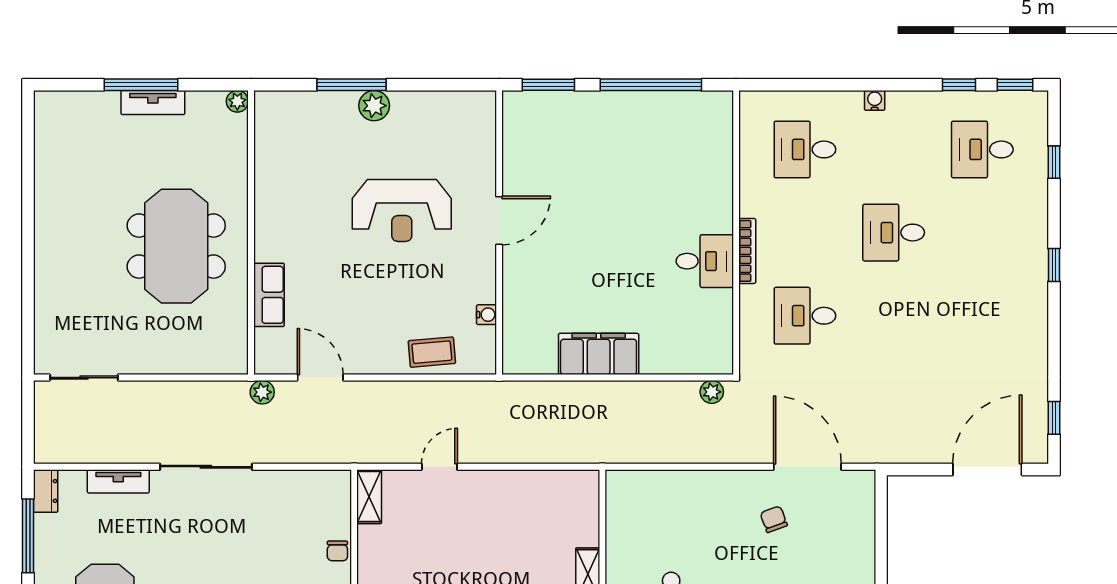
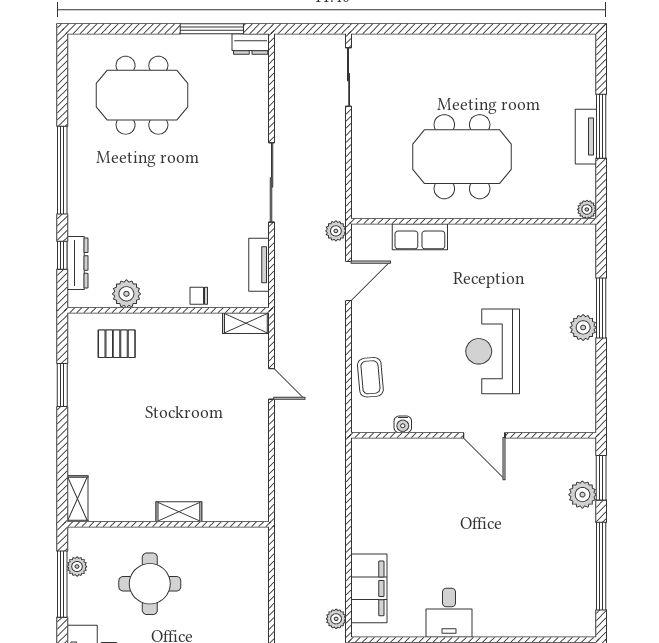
plant: (568, 106) -> (582, 495), added
filing cabinet: (599, 354) -> (369, 588), moved
tv unit: (118, 481) -> (259, 265), moved

